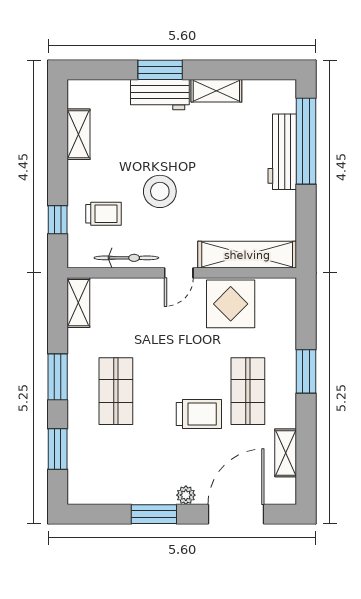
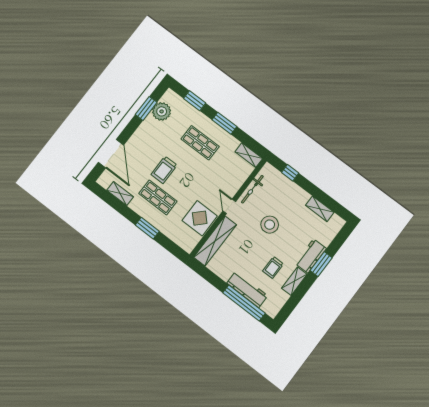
trolley: (104, 214) -> (273, 267), moved
plant: (186, 495) -> (162, 111), moved, width x1.88, depth x1.88
window: (154, 514) -> (146, 108), moved

